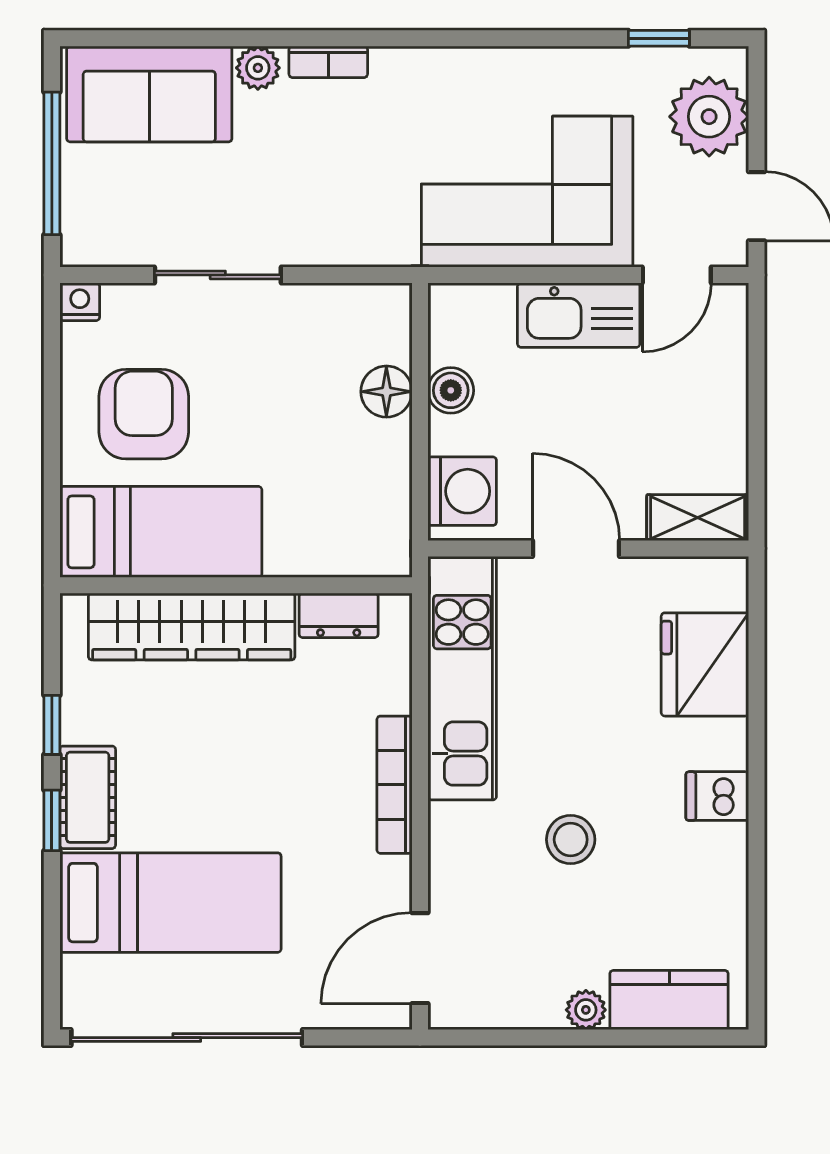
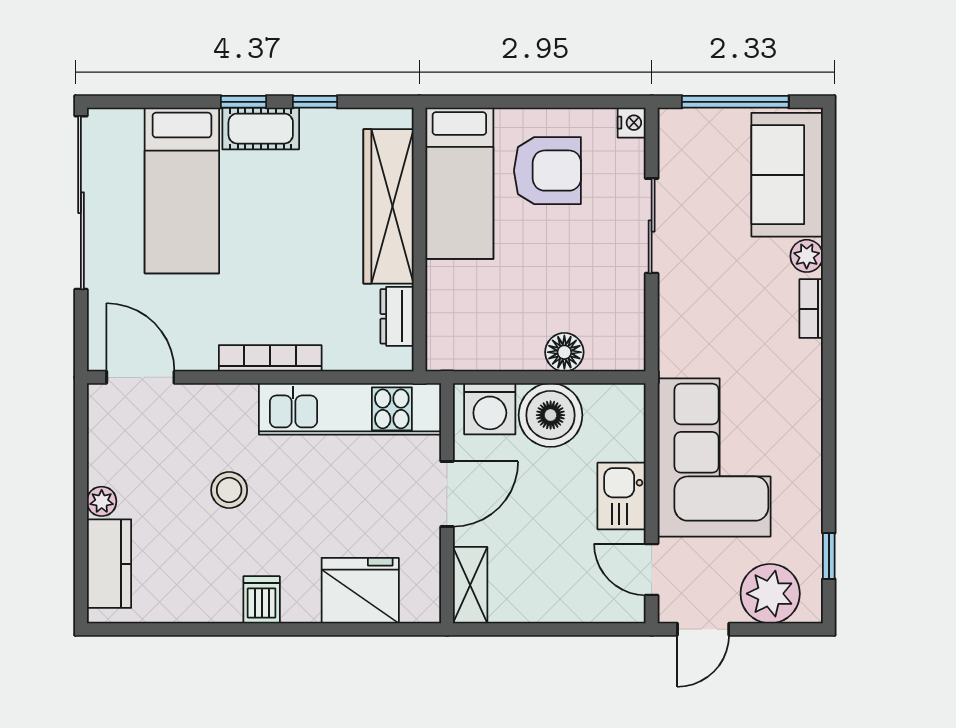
kitchen sink: (579, 315) -> (622, 496), width x0.73
boiler: (451, 390) -> (551, 415), width x1.86, depth x1.86

